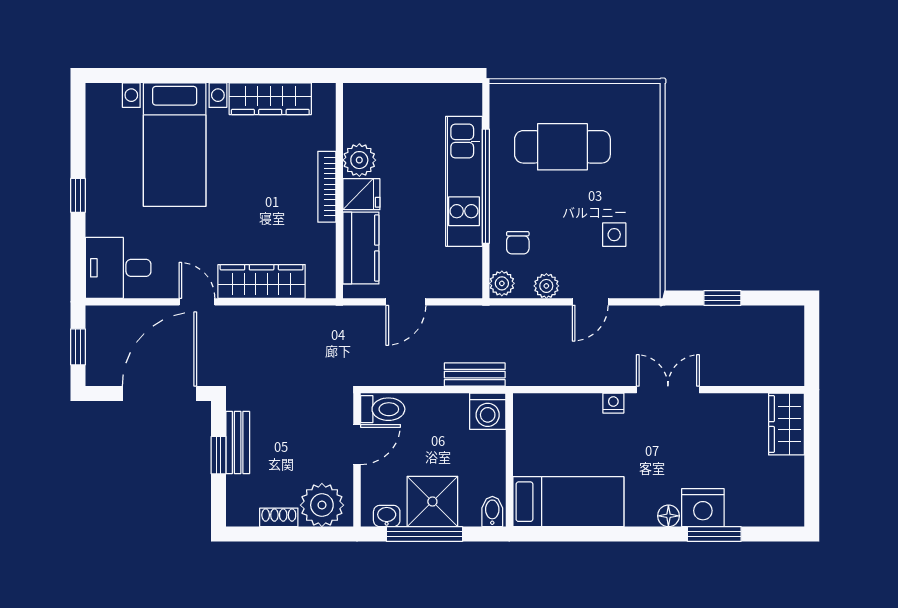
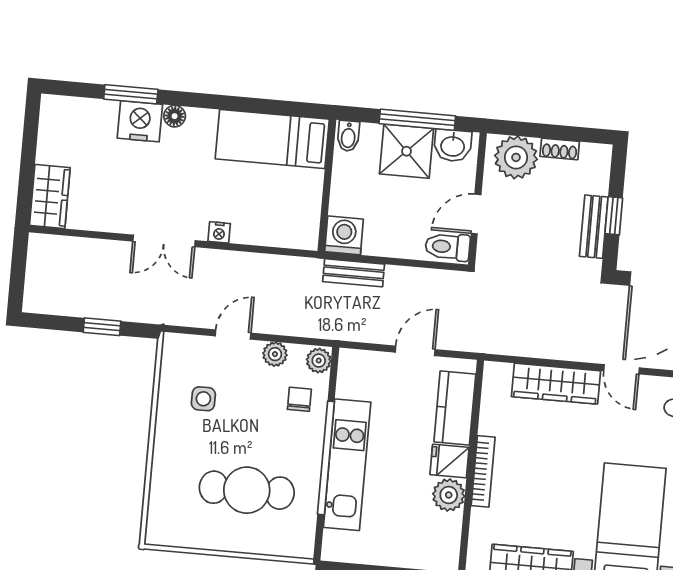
washbasin: (387, 516) -> (453, 146), width x1.38, depth x1.45

